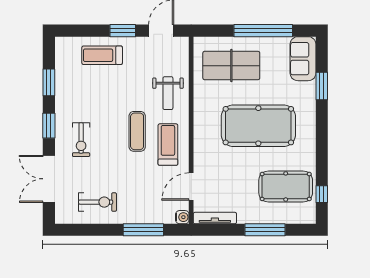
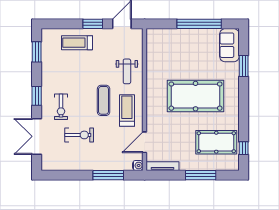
table tennis table: (231, 66) -> (175, 50), removed
window: (49, 82) -> (37, 52), moved
exercise bike: (97, 202) -> (79, 135), moved

